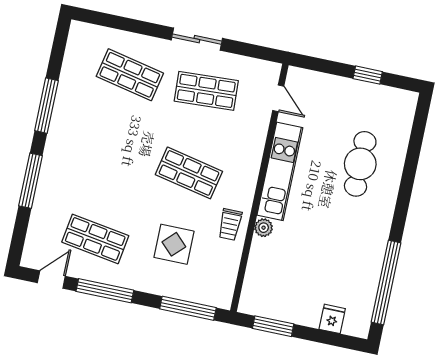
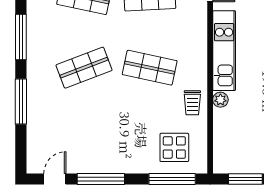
shop shelf: (95, 239) -> (84, 68), moved, turned -30
display table: (174, 244) -> (174, 147), moved

